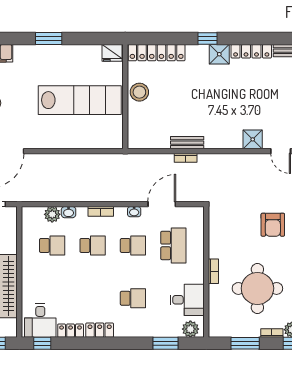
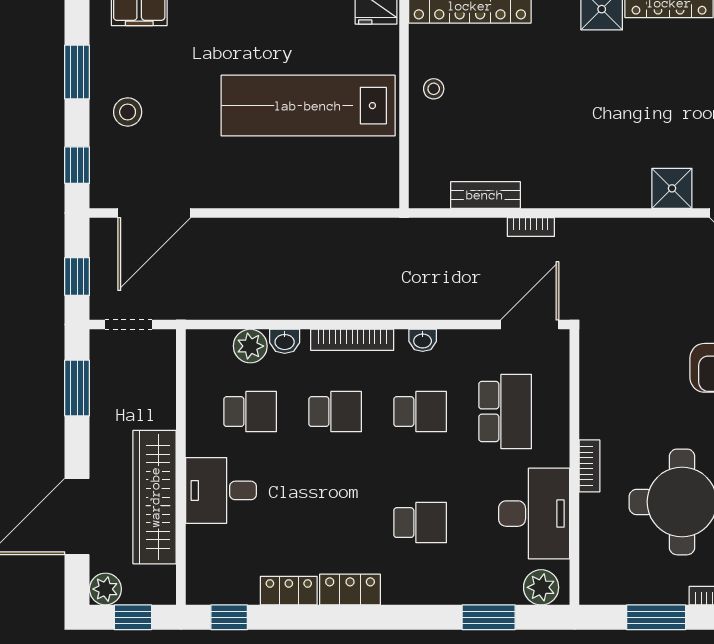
stool: (139, 92) -> (434, 89), width x0.53, depth x0.53
lab bench: (80, 100) -> (308, 106), turned 180
bench: (187, 143) -> (485, 195), moved
door: (162, 204) -> (530, 325), moved
bookcase: (101, 211) -> (352, 340), width x1.56
desk: (187, 300) -> (534, 514), width x1.37
desk: (40, 321) -> (221, 490), moved, turned 90

